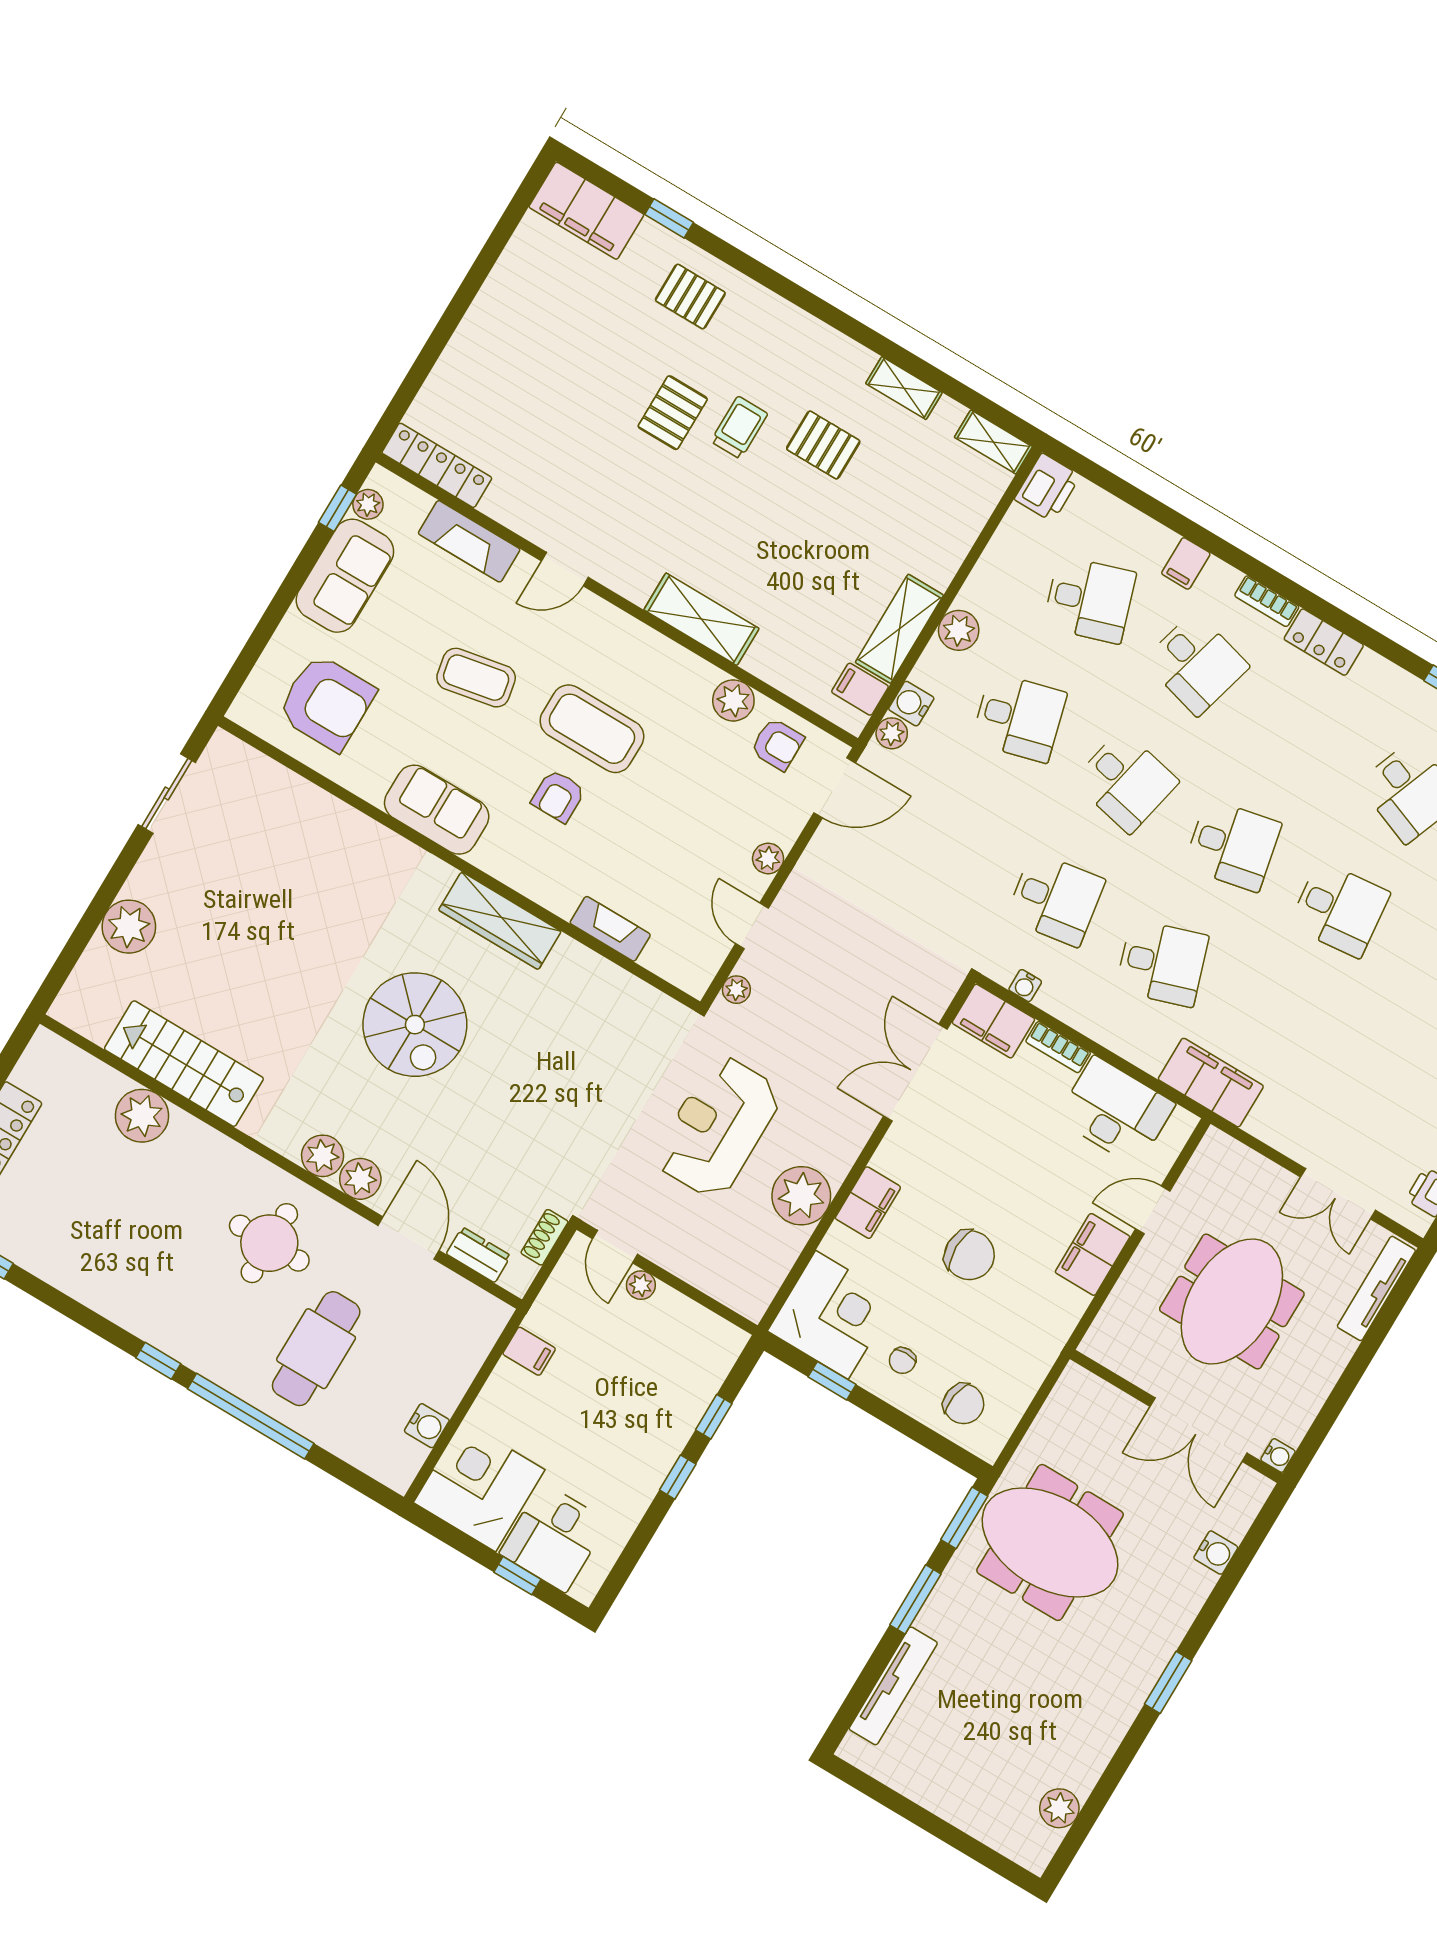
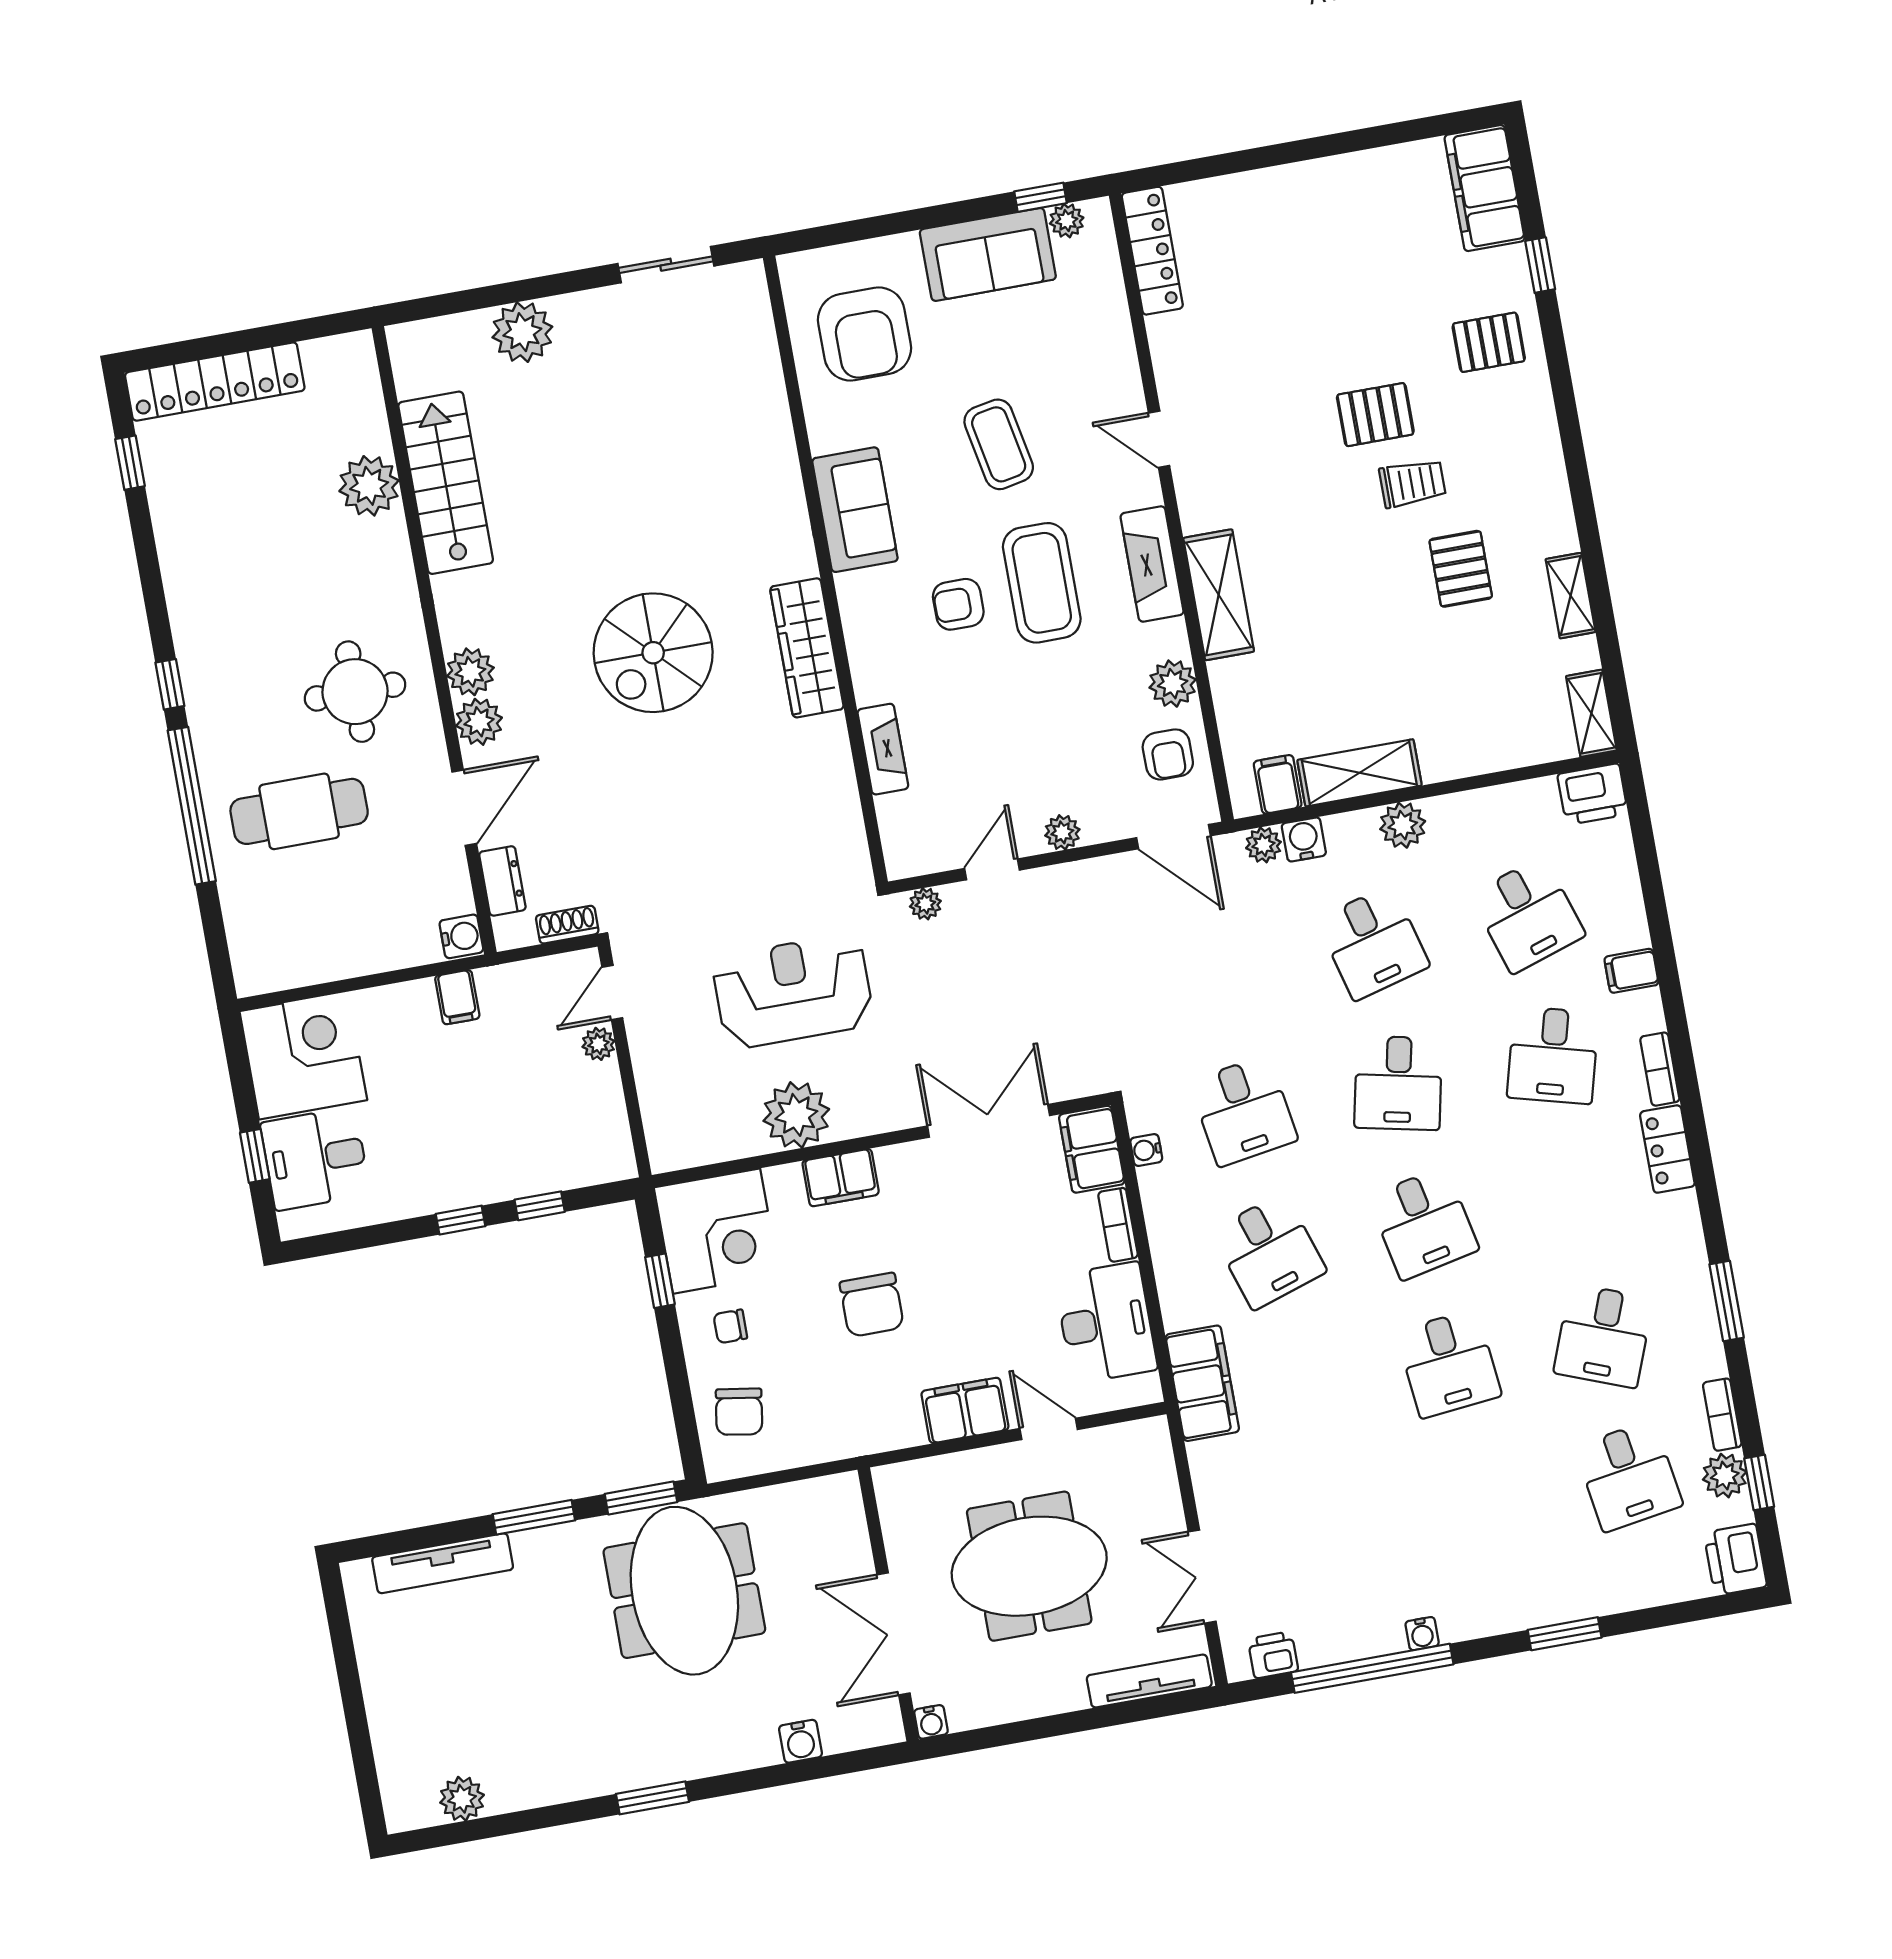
pallet: (690, 297) -> (1489, 342), turned 90
fireplace: (469, 541) -> (1152, 564), moved
water cooler: (427, 1426) -> (461, 936), moved, turned -90

